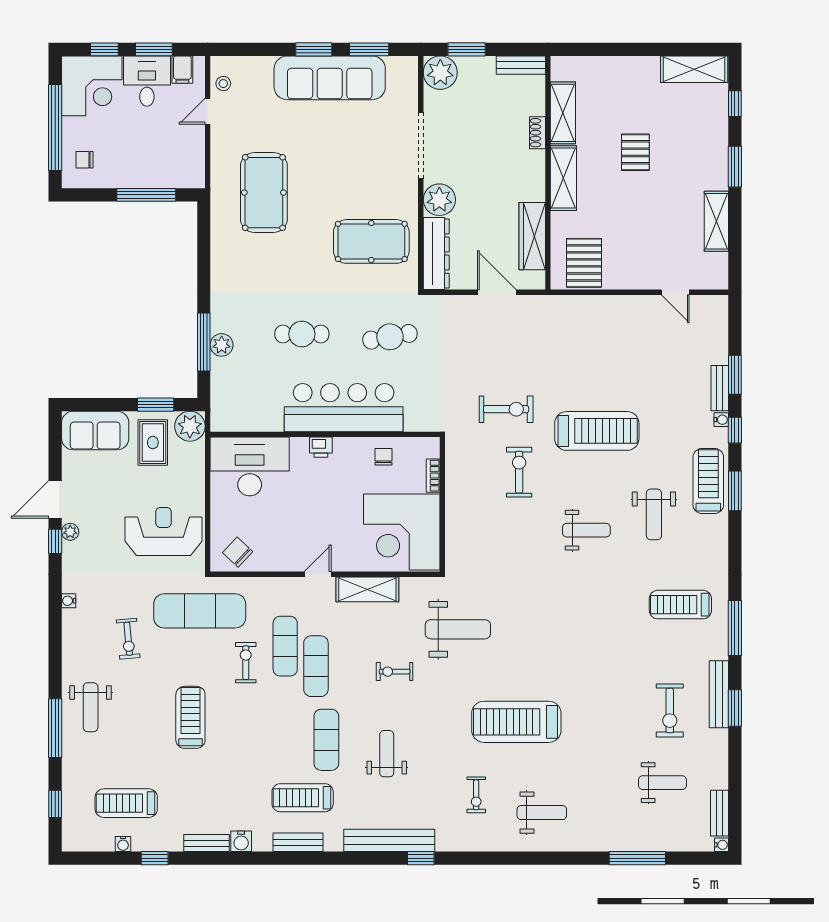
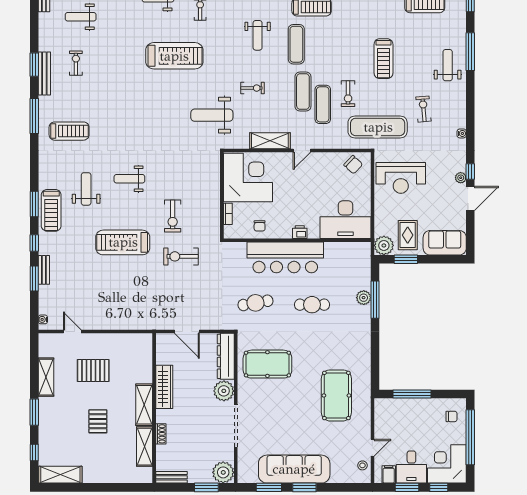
wardrobe: (532, 236) -> (164, 387), moved
pallet: (584, 263) -> (93, 371), moved, turned 90
water cooler: (721, 420) -> (43, 319), moved
exercise bike: (670, 710) -> (76, 63), width x0.73, depth x0.72

